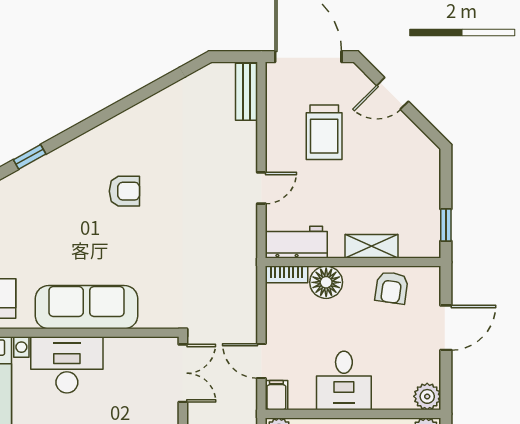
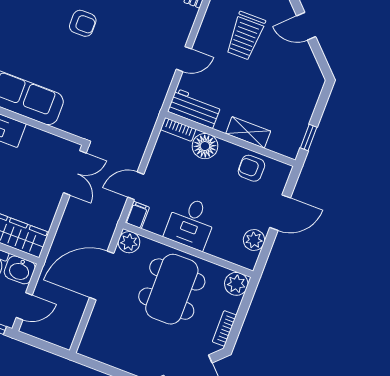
armchair: (392, 288) -> (251, 168), turned 82
door: (261, 361) -> (136, 186), hinge flipped
plant: (427, 396) -> (254, 240), moved

